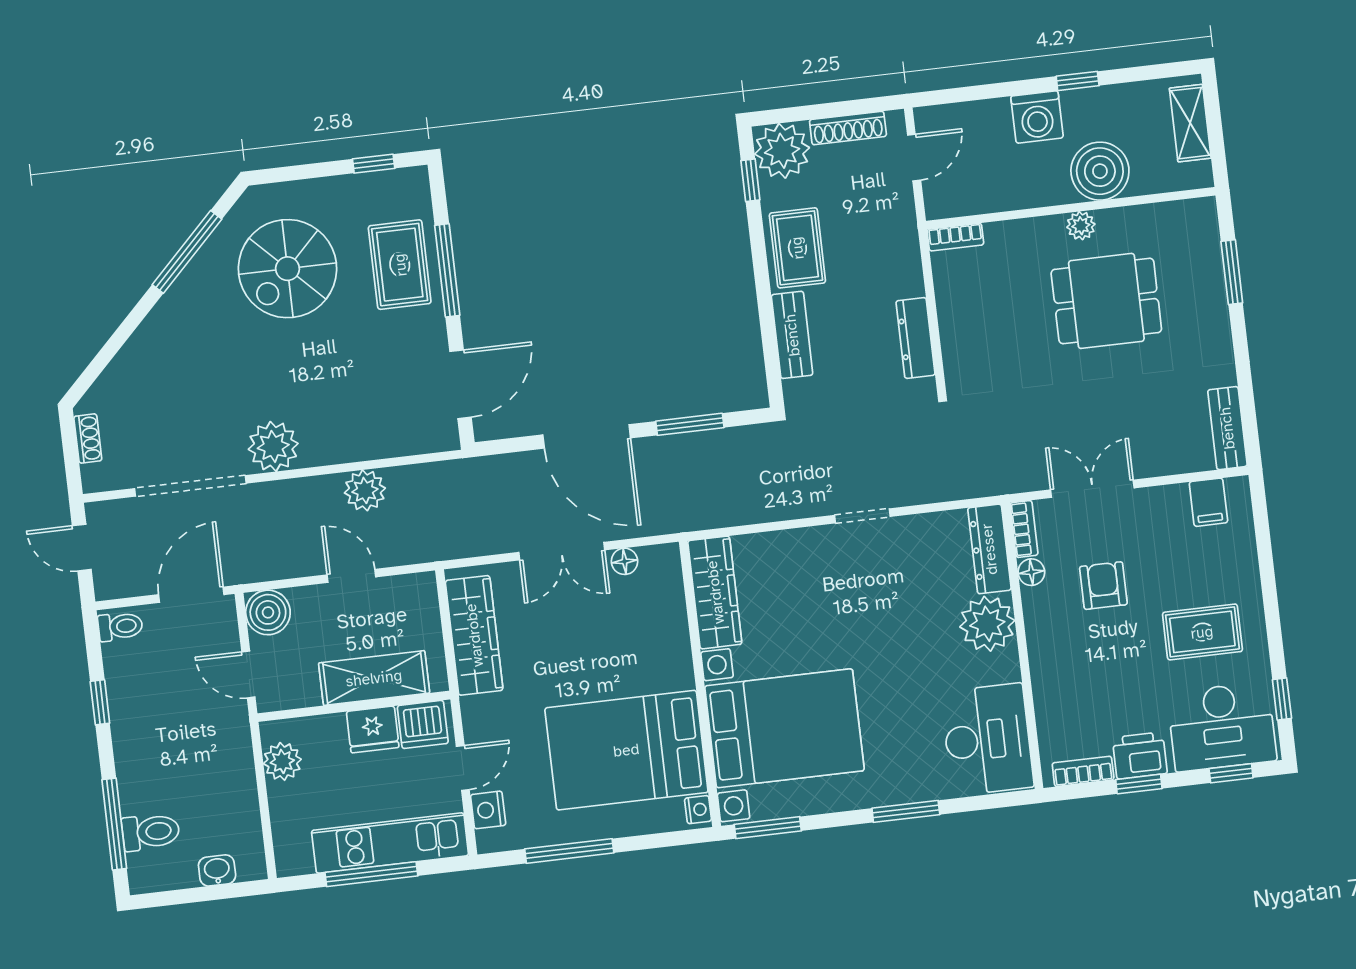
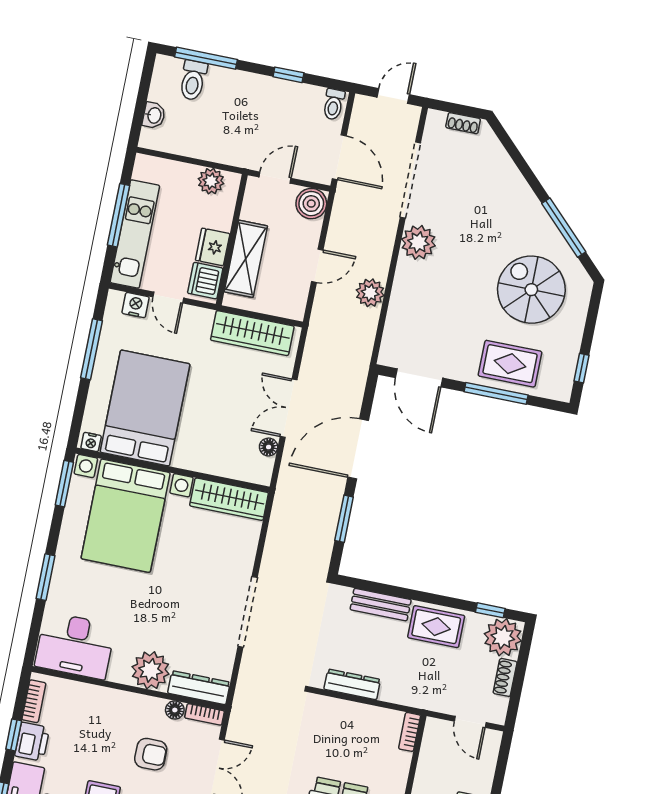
shoe rack: (848, 128) -> (505, 677), width x0.70
doorway: (862, 516) -> (248, 612), width x1.87

